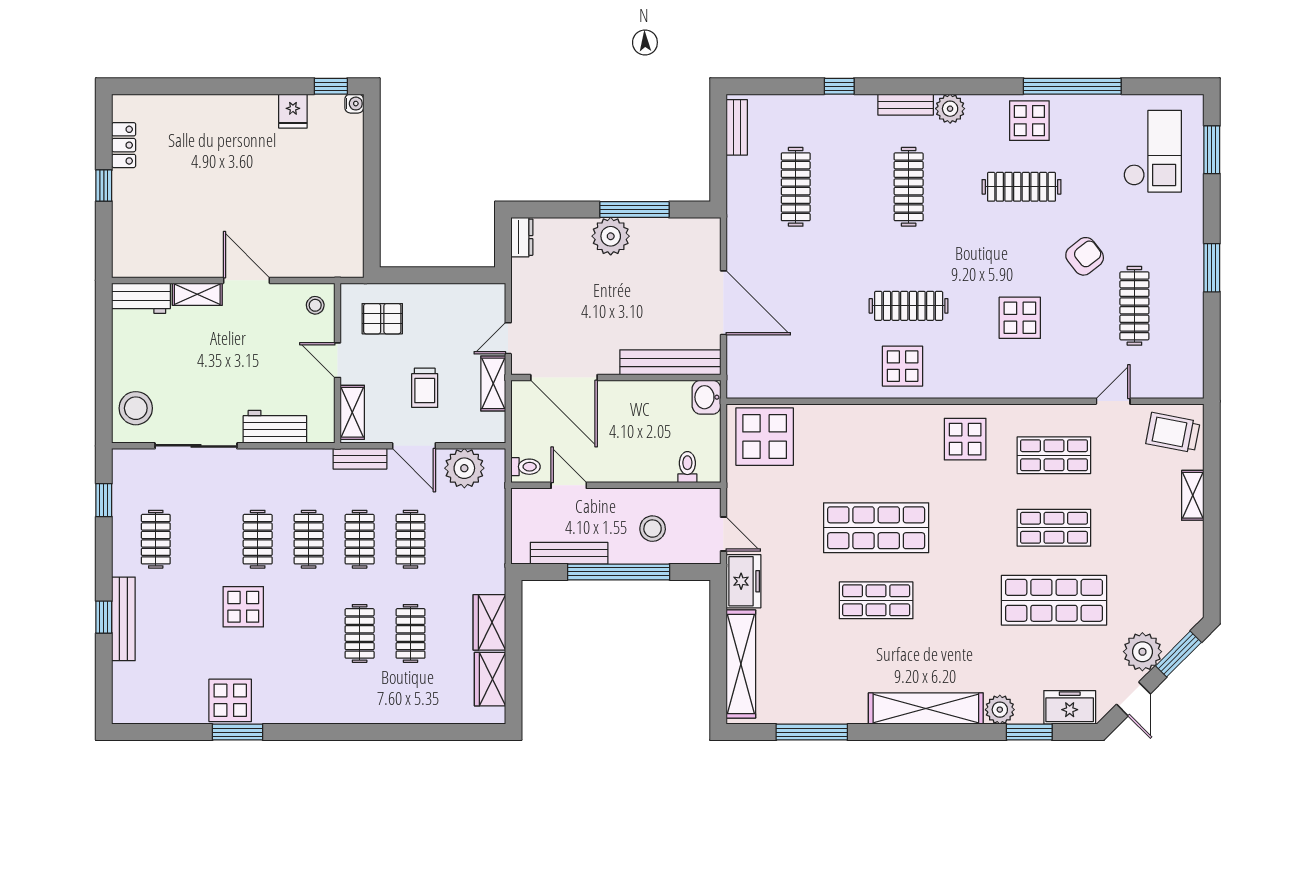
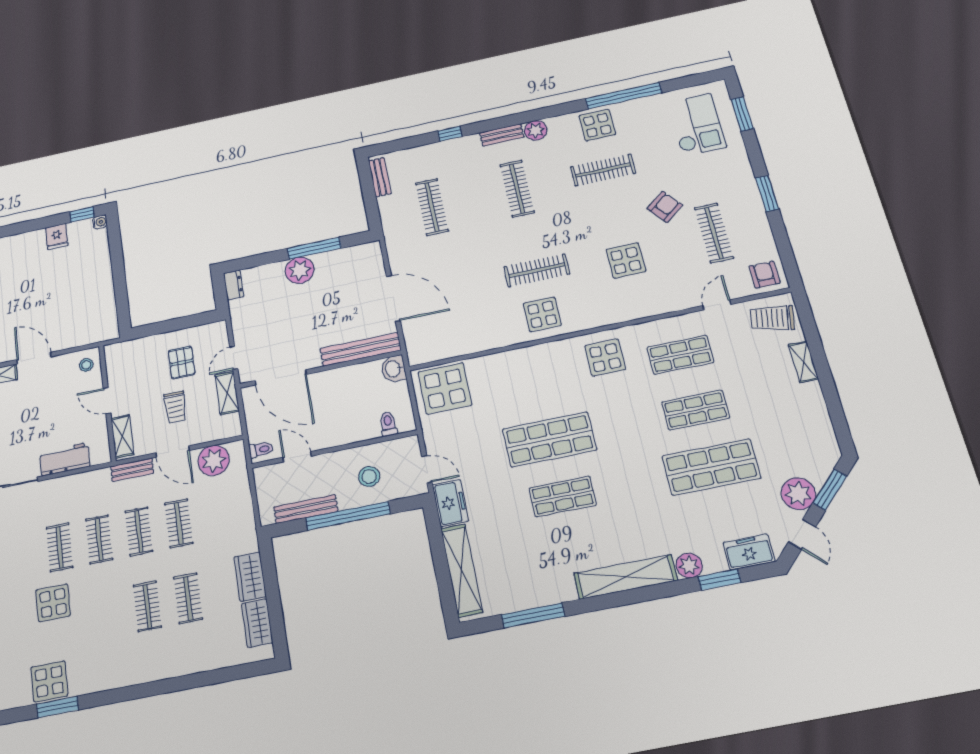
pallet: (382, 319) -> (182, 362), moved, turned 90
armchair: (1179, 375) -> (765, 275), added

